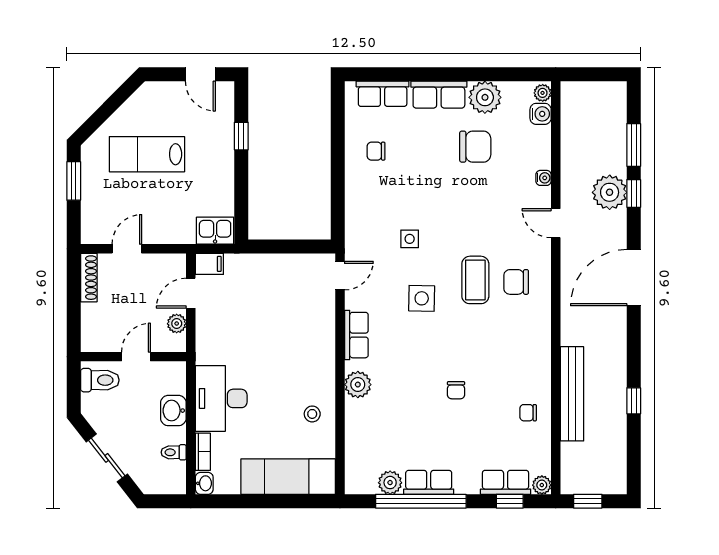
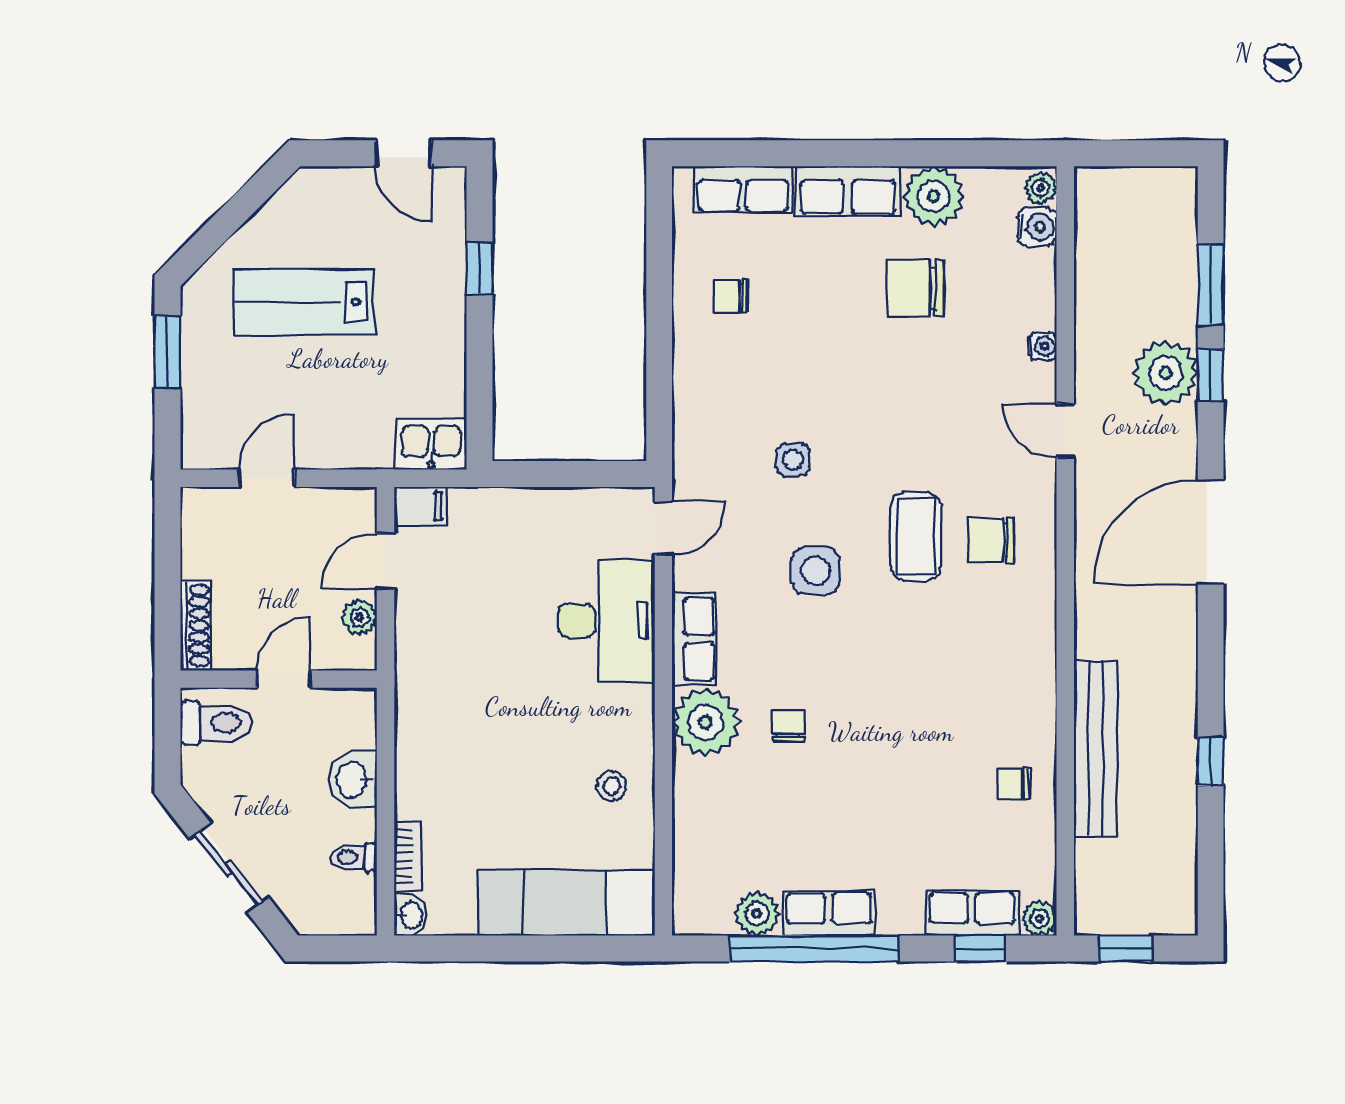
chair: (475, 147) -> (916, 288), turned 180
shoe rack: (89, 278) -> (196, 626), moved
plant: (358, 385) -> (706, 722), width x1.36, depth x1.36
chair: (456, 390) -> (788, 725), moved, turned 180
desk: (221, 398) -> (607, 621), moved, turned 180

